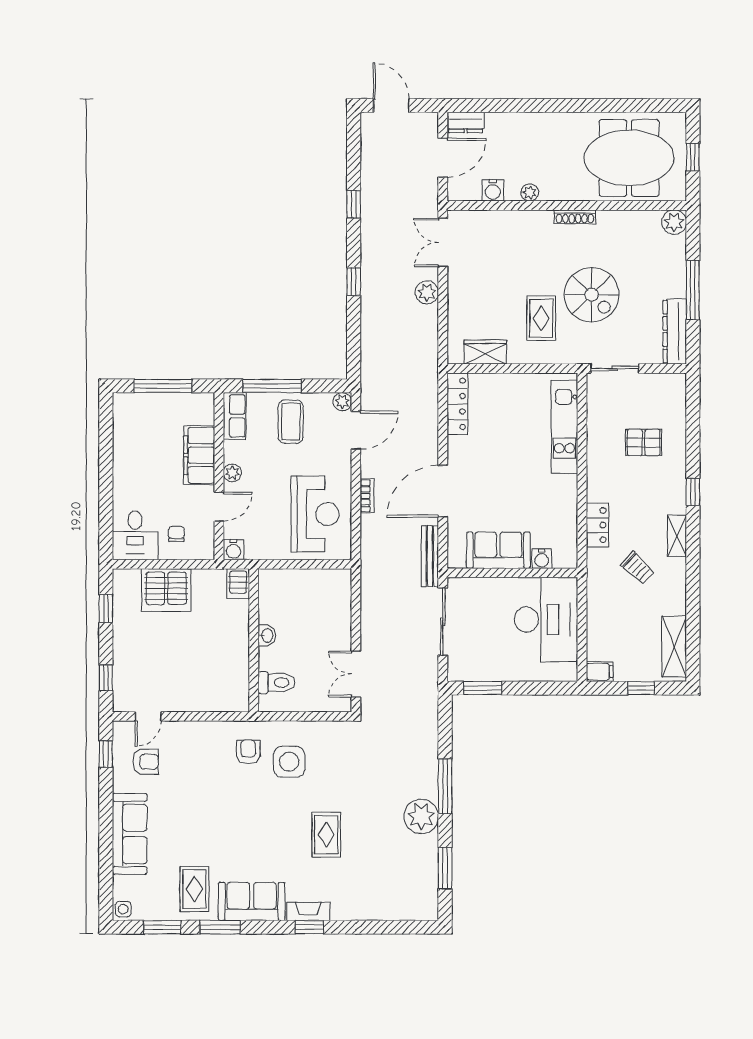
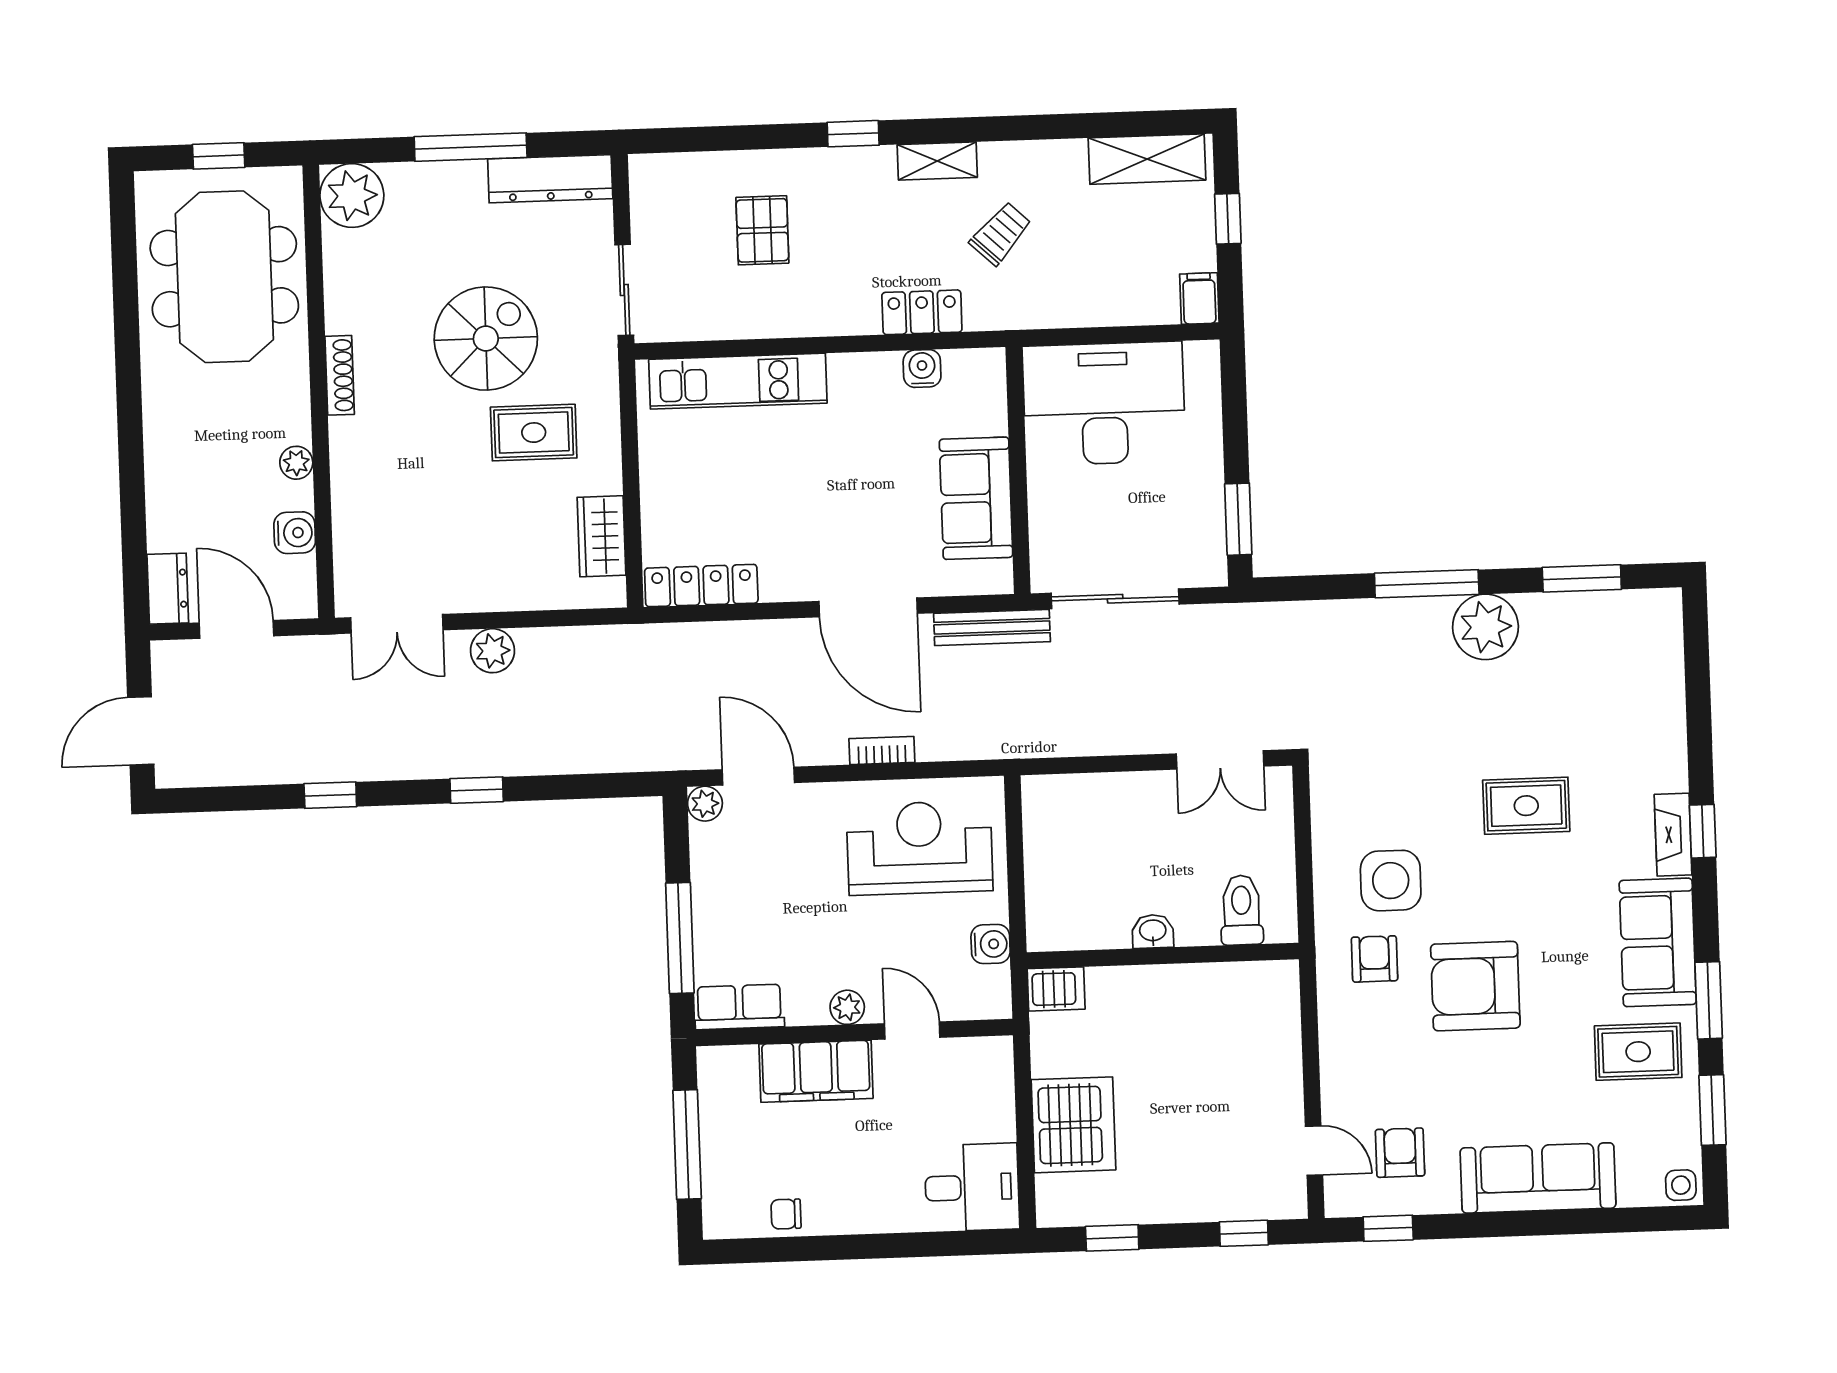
plant: (674, 222) -> (352, 196), width x1.36, depth x1.36
coffee table: (291, 422) -> (746, 900), removed
chair: (176, 534) -> (786, 1214), moved
water cooler: (233, 550) -> (991, 944), moved
water cooler: (542, 559) -> (922, 368), moved, turned -90
armchair: (248, 752) -> (1375, 959), turned 90
armchair: (232, 804) -> (1475, 986), added

